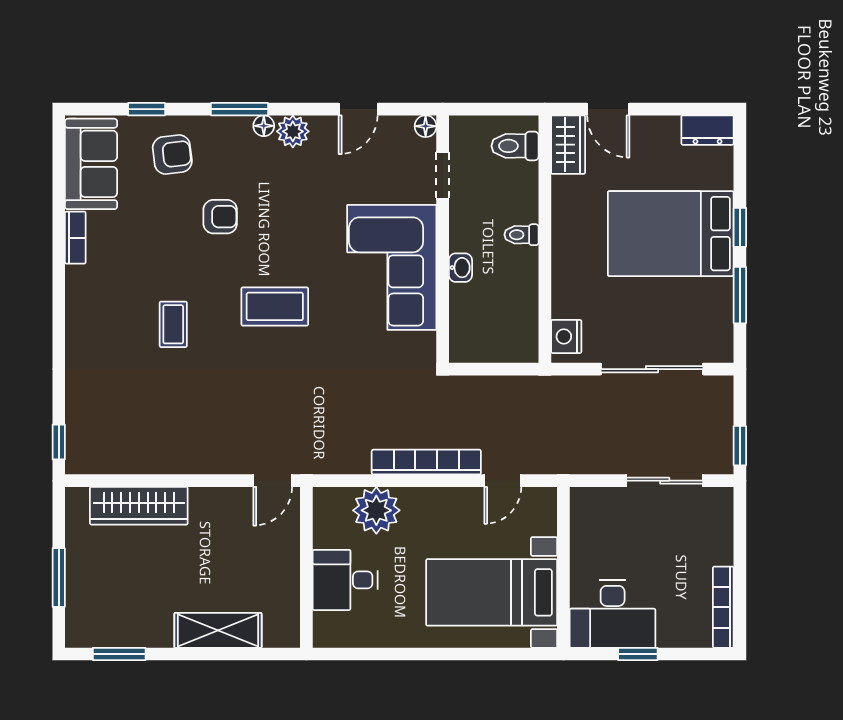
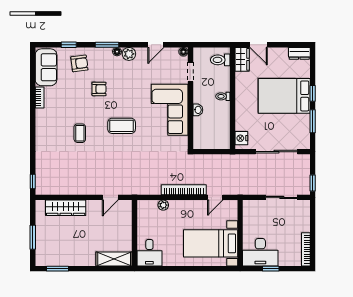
door: (273, 481) -> (110, 197), moved
plant: (376, 510) -> (163, 205), width x0.53, depth x0.53
desk: (345, 580) -> (149, 253), moved, turned -90
shelving: (218, 630) -> (114, 259), moved

